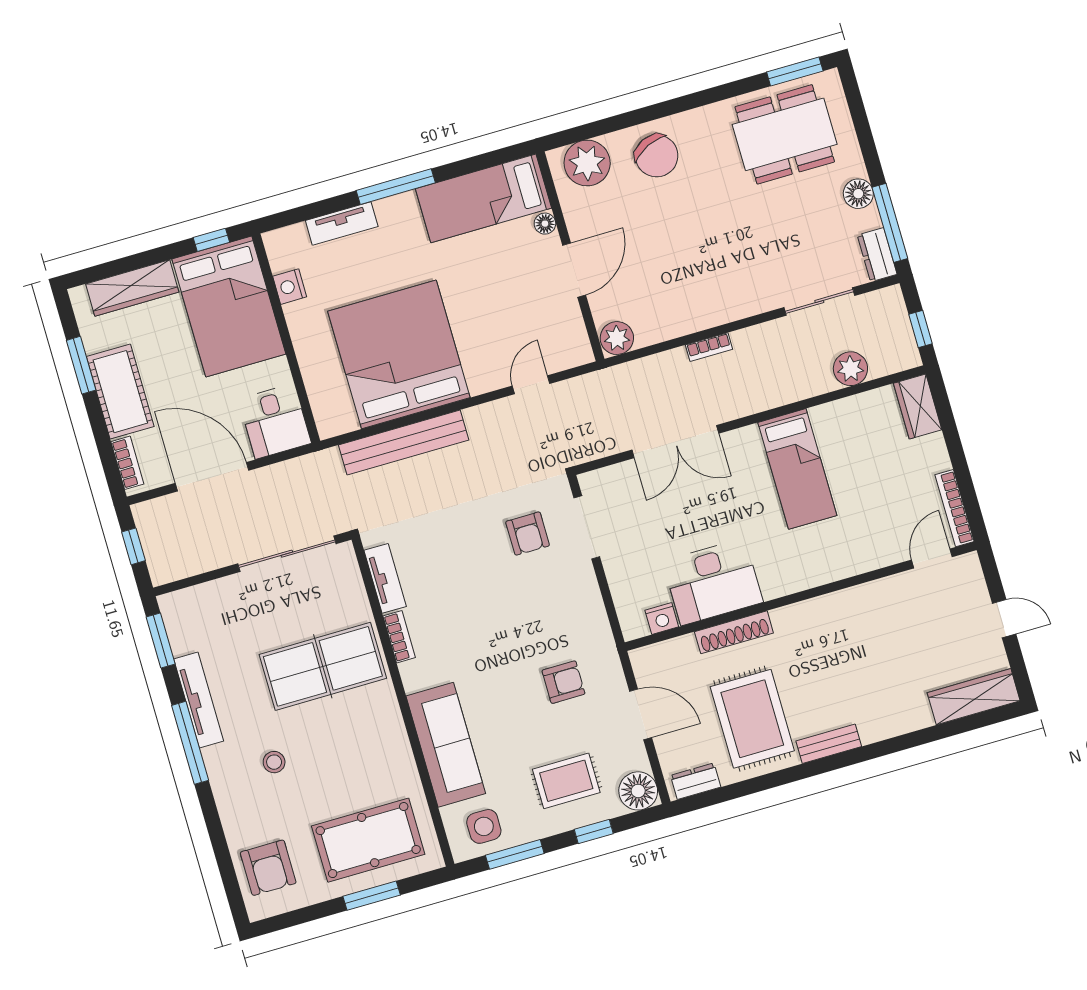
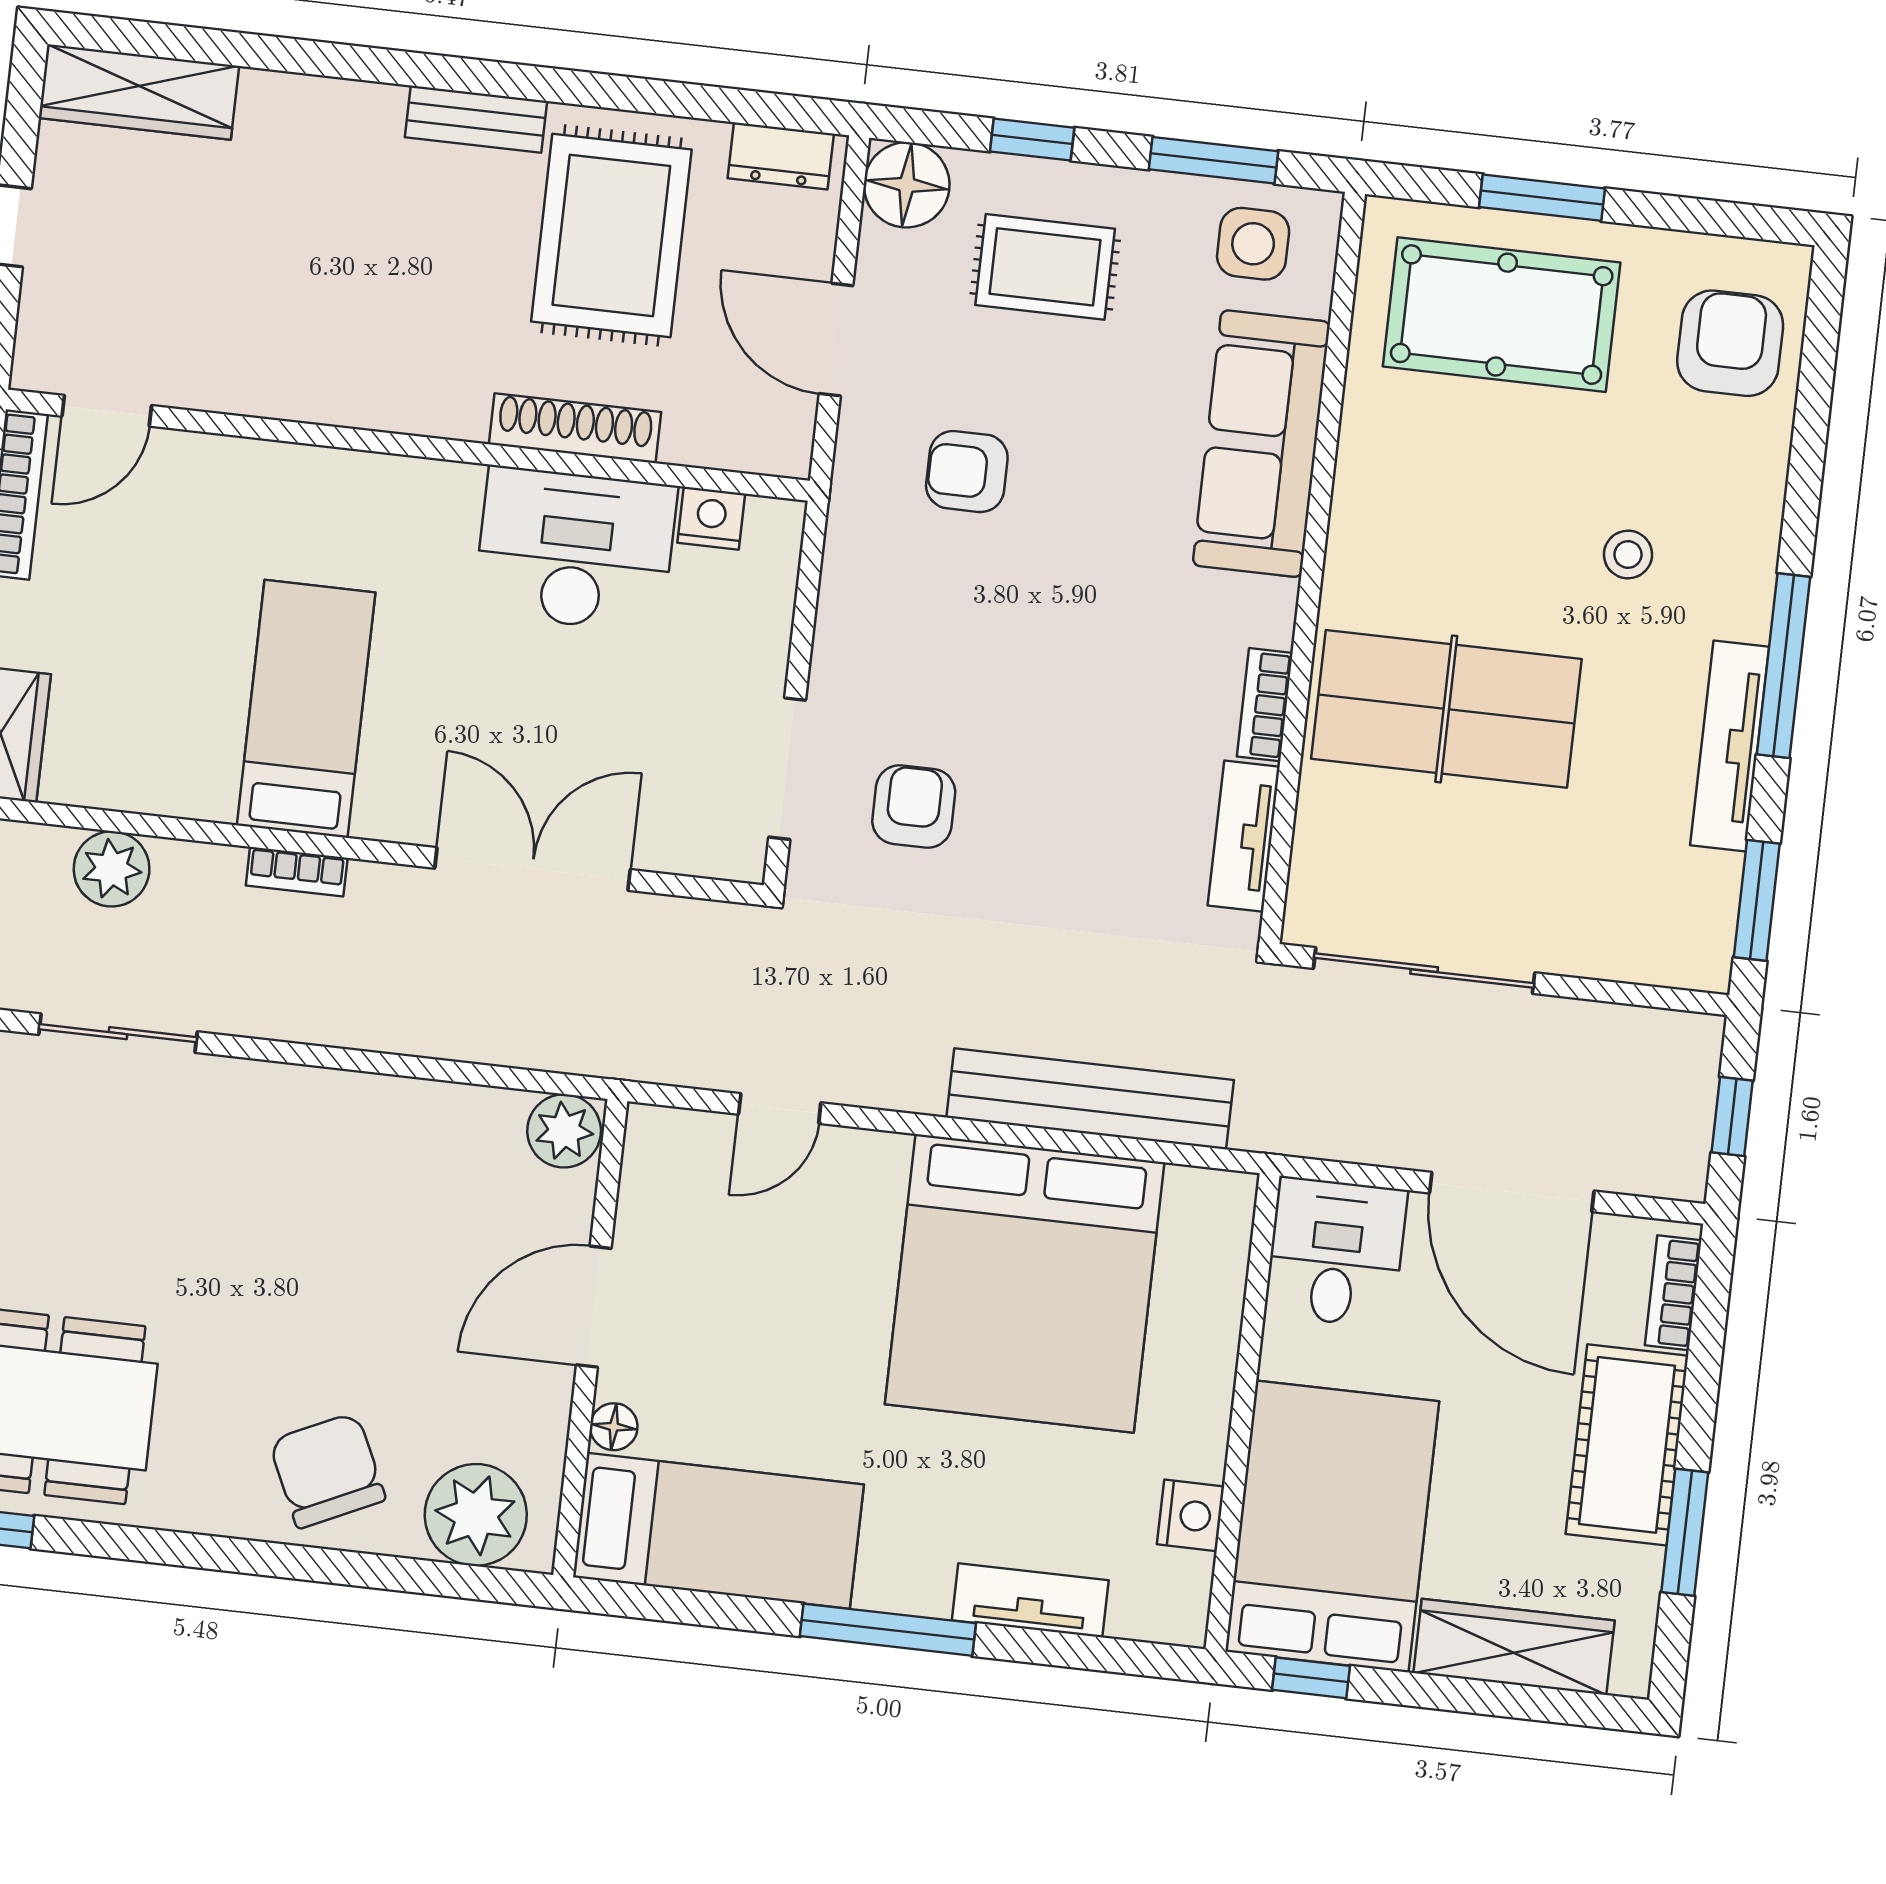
bookcase: (709, 347) -> (297, 872), moved, turned 180

